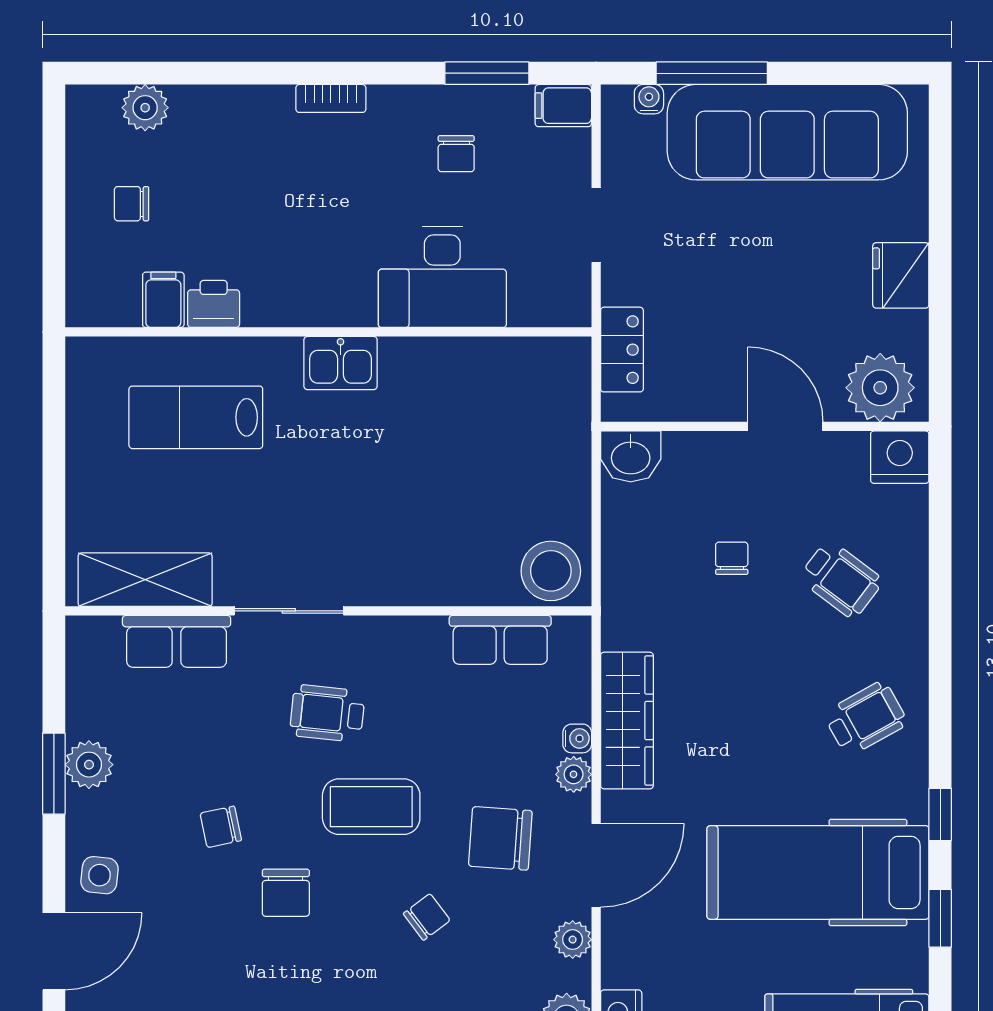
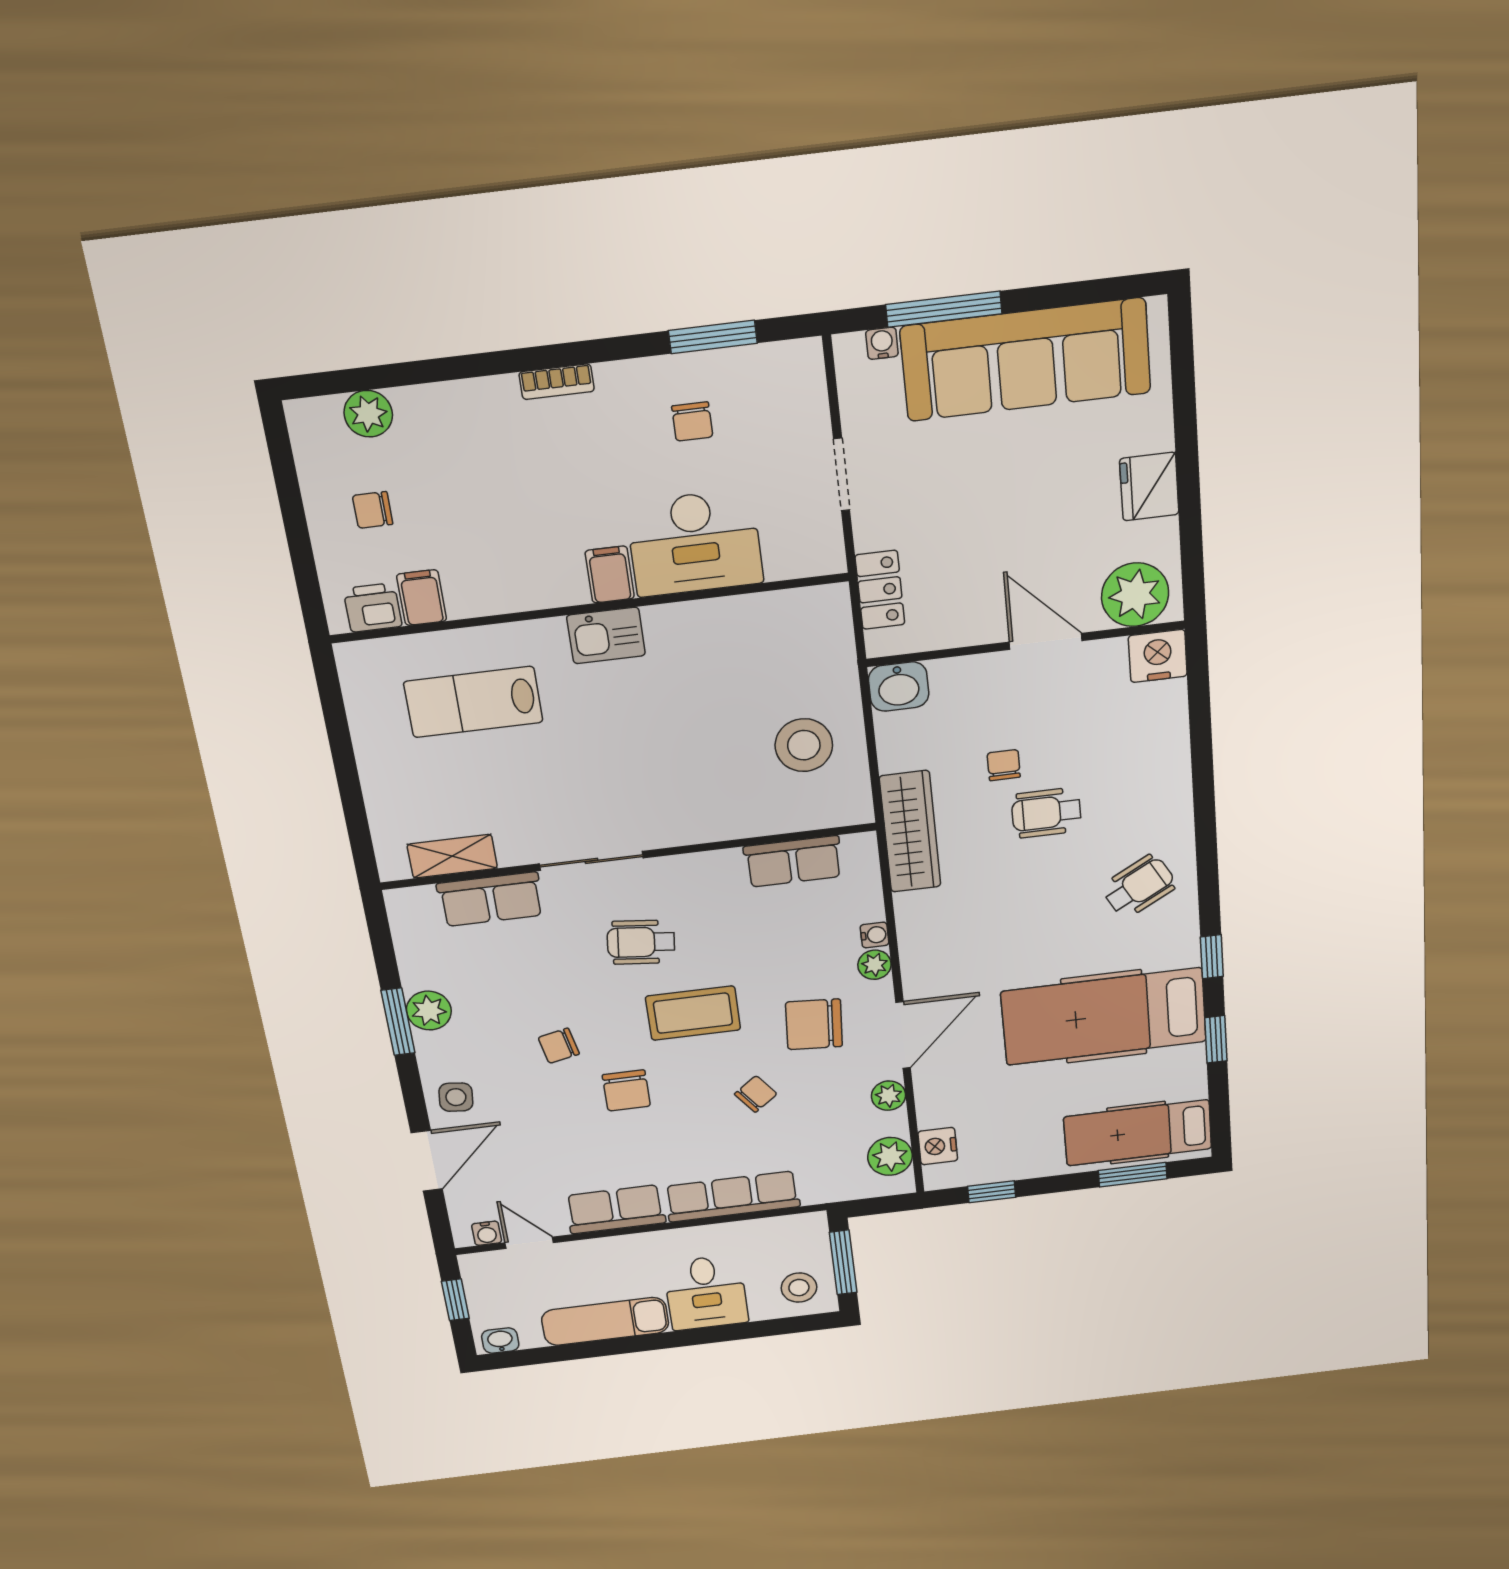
filing cabinet: (563, 106) -> (610, 575), moved, turned 90
printer: (214, 304) -> (373, 607), moved
stool: (551, 571) -> (804, 745), moved
wheelchair: (841, 579) -> (1046, 813), moved, turned 143
shelving: (145, 580) -> (452, 856), width x0.67, depth x0.75
wardrobe: (627, 721) -> (910, 832), moved

